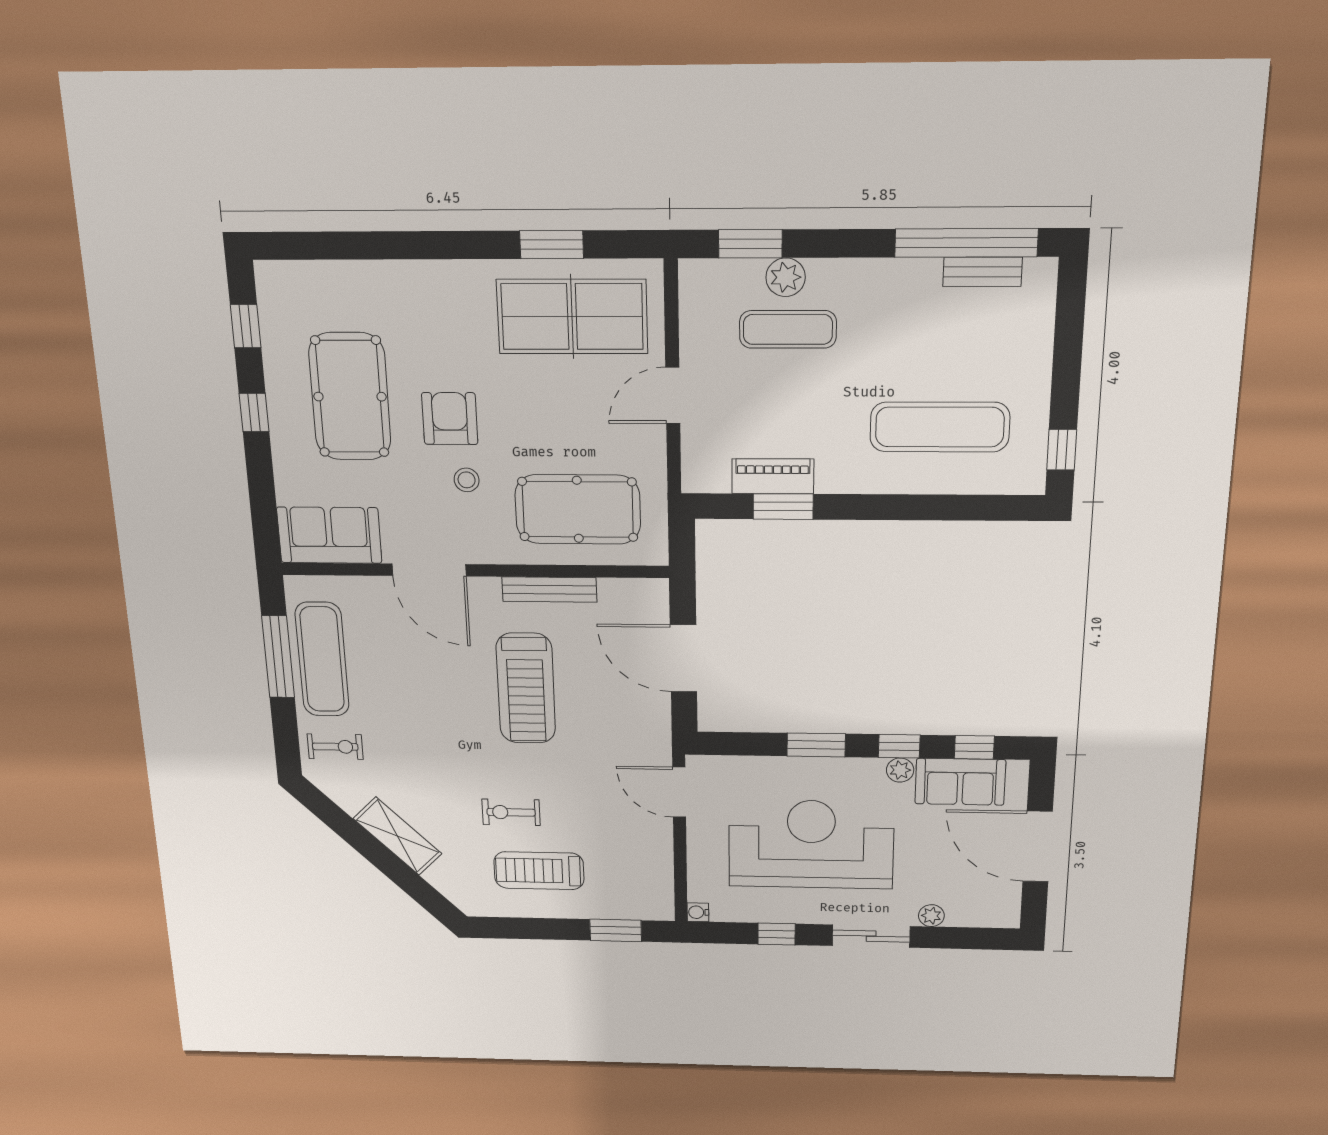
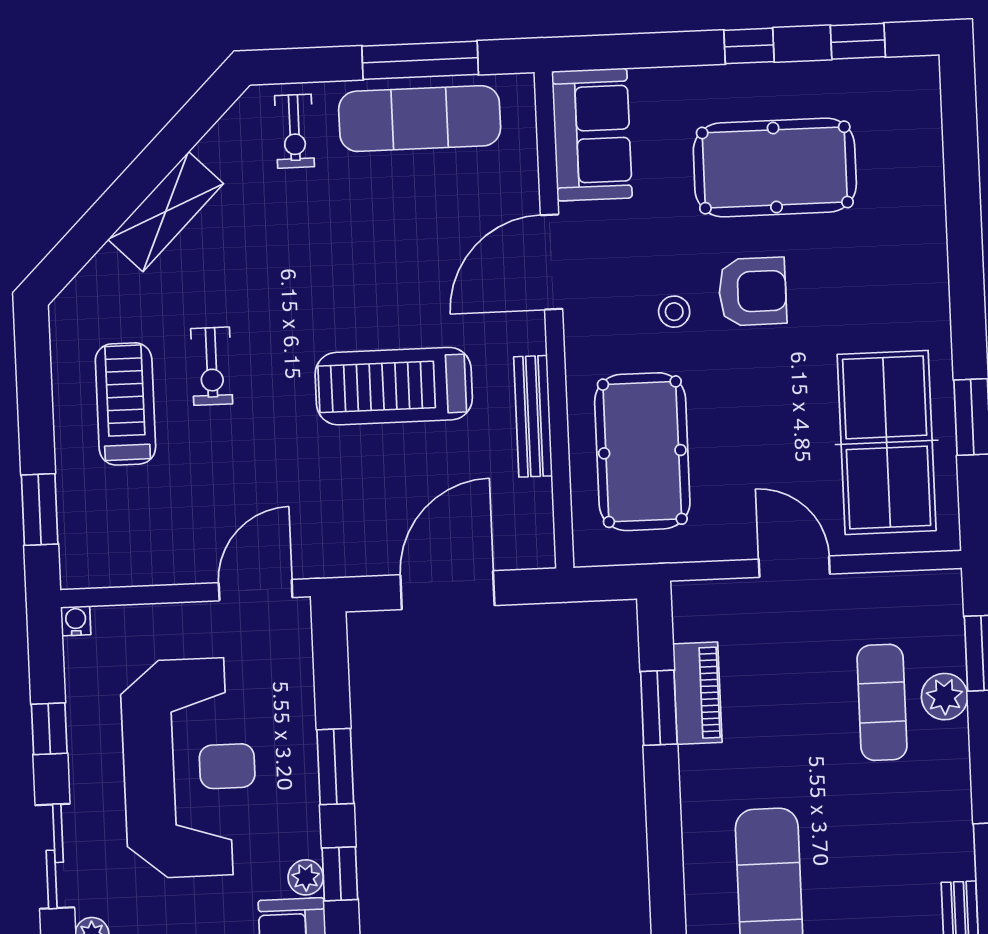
exercise bike: (511, 812) -> (212, 366), turned 180

